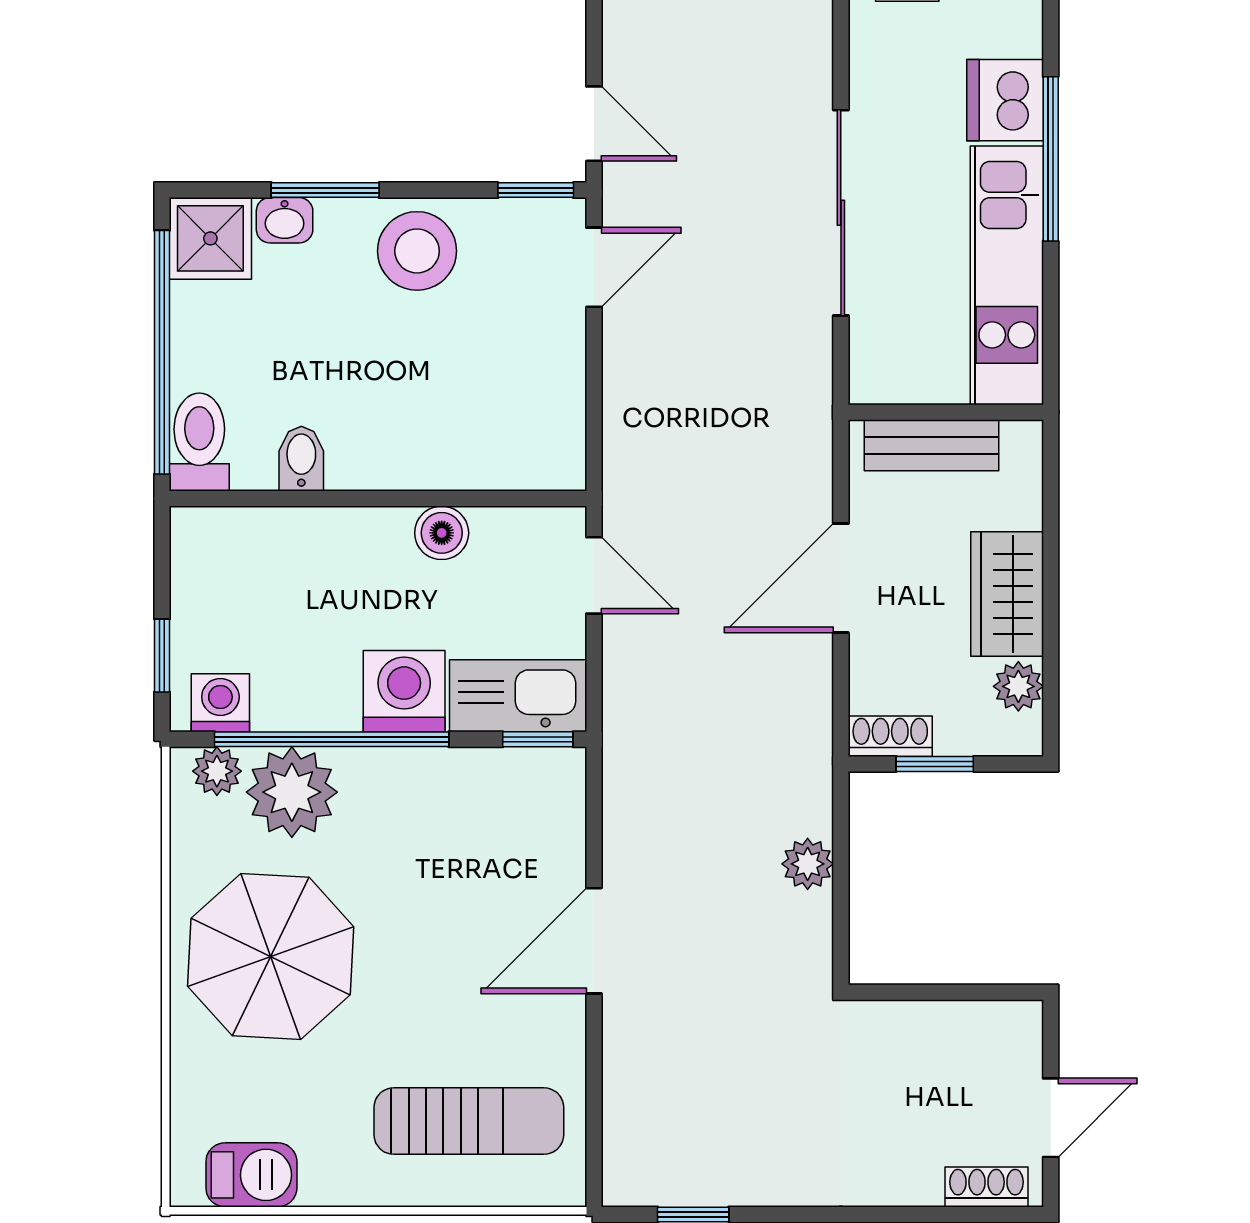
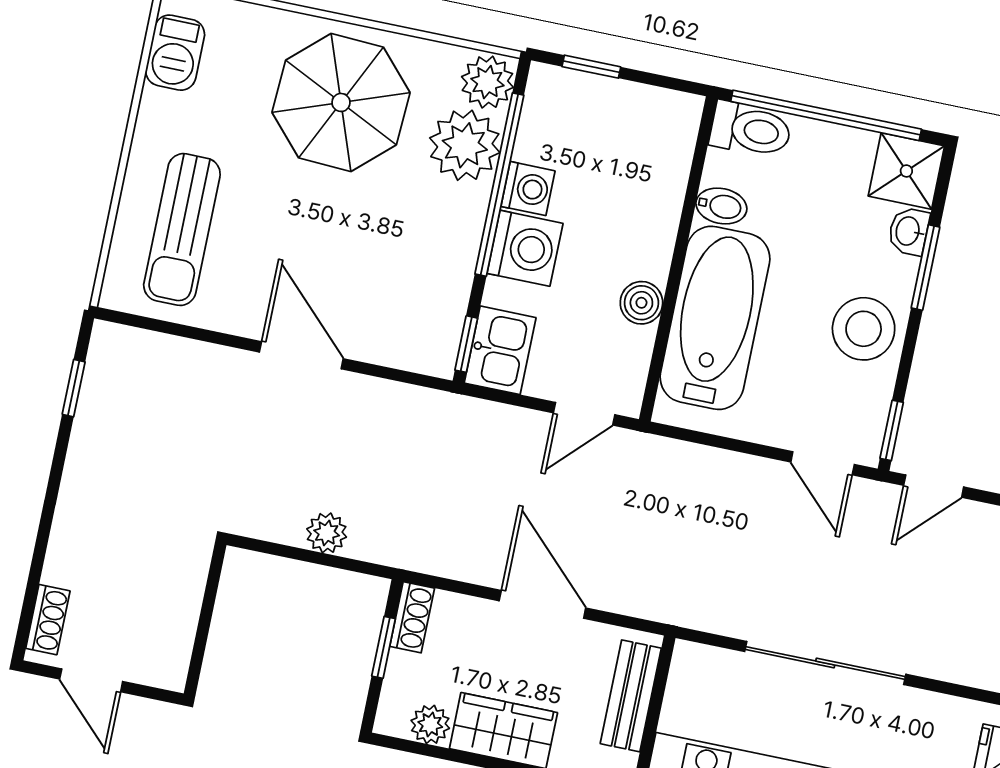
bathtub: (442, 438) -> (715, 318), added
kitchen sink: (518, 696) -> (500, 350), width x0.73
washing machine: (220, 703) -> (528, 189), moved
plant: (217, 771) -> (487, 82), width x1.38, depth x1.38

